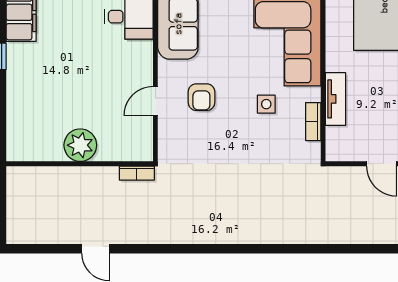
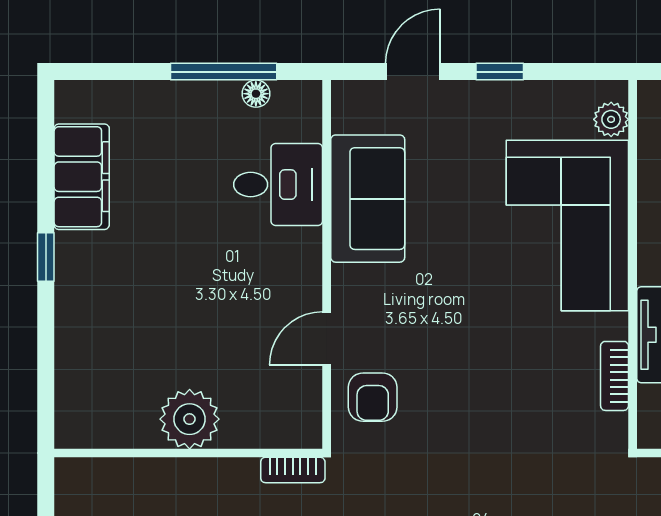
armchair: (201, 97) -> (373, 397), moved
side table: (266, 104) -> (529, 344), removed

